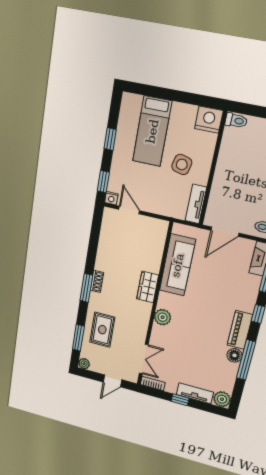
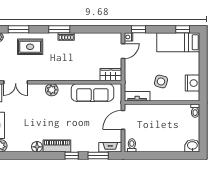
nightstand: (209, 120) -> (193, 83), moved
bed: (152, 131) -> (178, 42), moved
window: (110, 139) -> (183, 29), moved
door: (225, 232) -> (123, 120), hinge flipped
wardrobe: (148, 287) -> (111, 75), moved
window: (246, 360) -> (36, 155), removed

